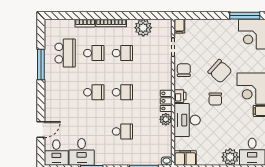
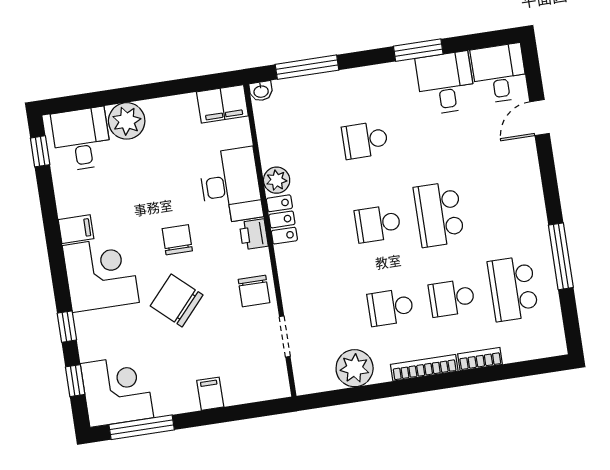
filing cabinet: (179, 26) -> (210, 394), moved
school desk: (94, 92) -> (439, 214), width x1.85

